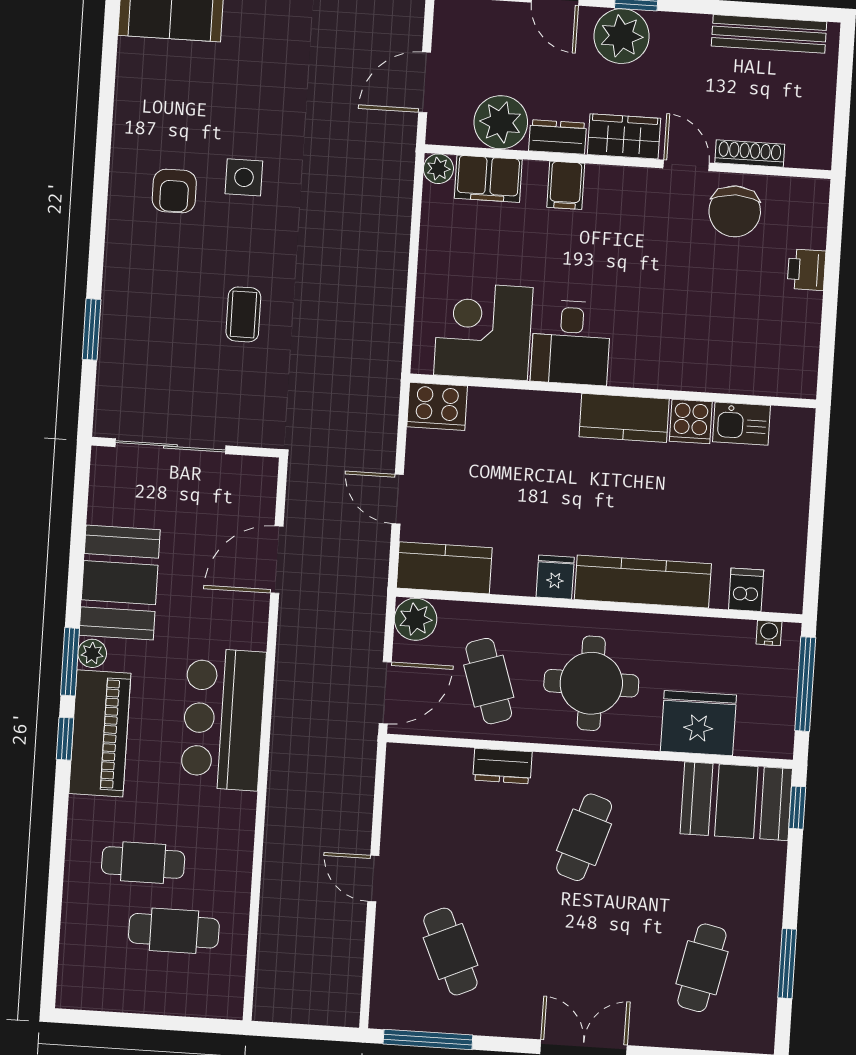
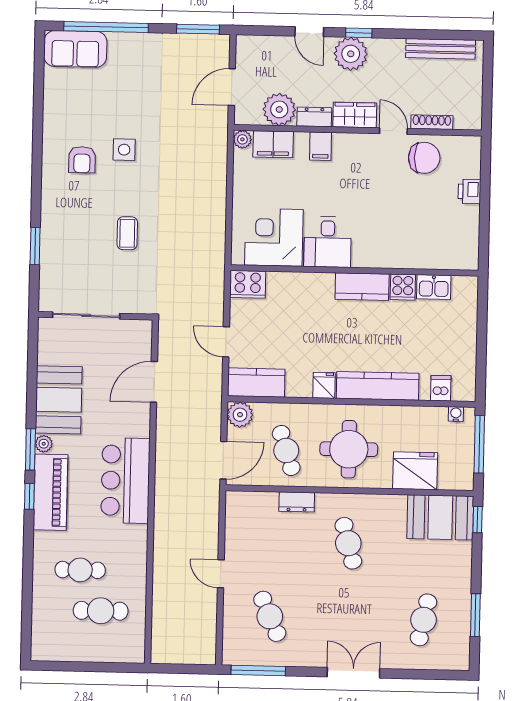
chair: (735, 211) -> (424, 158), turned -90
cafe table: (584, 837) -> (348, 543), turned -33

